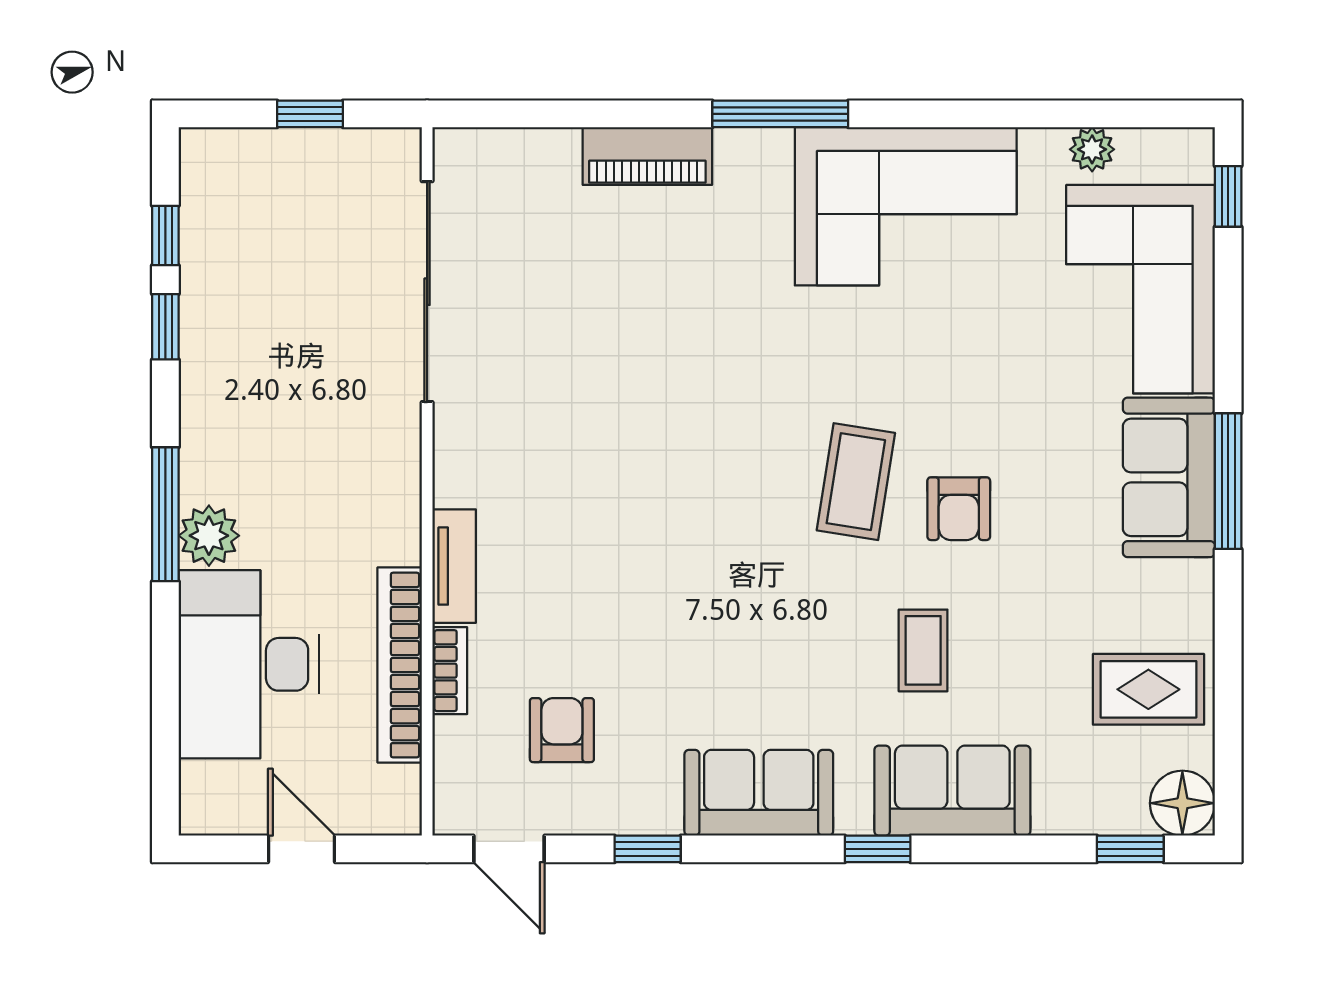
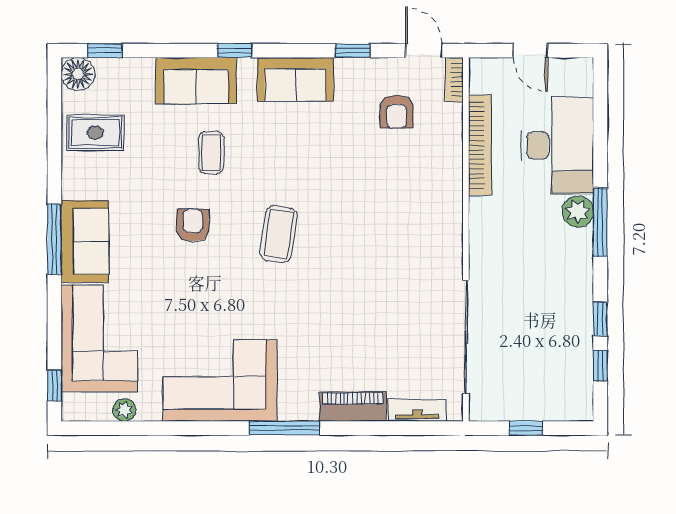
coffee table: (856, 482) -> (279, 234), moved
tv unit: (454, 566) -> (417, 410), moved, turned 90
bookcase: (450, 671) -> (454, 80), moved

